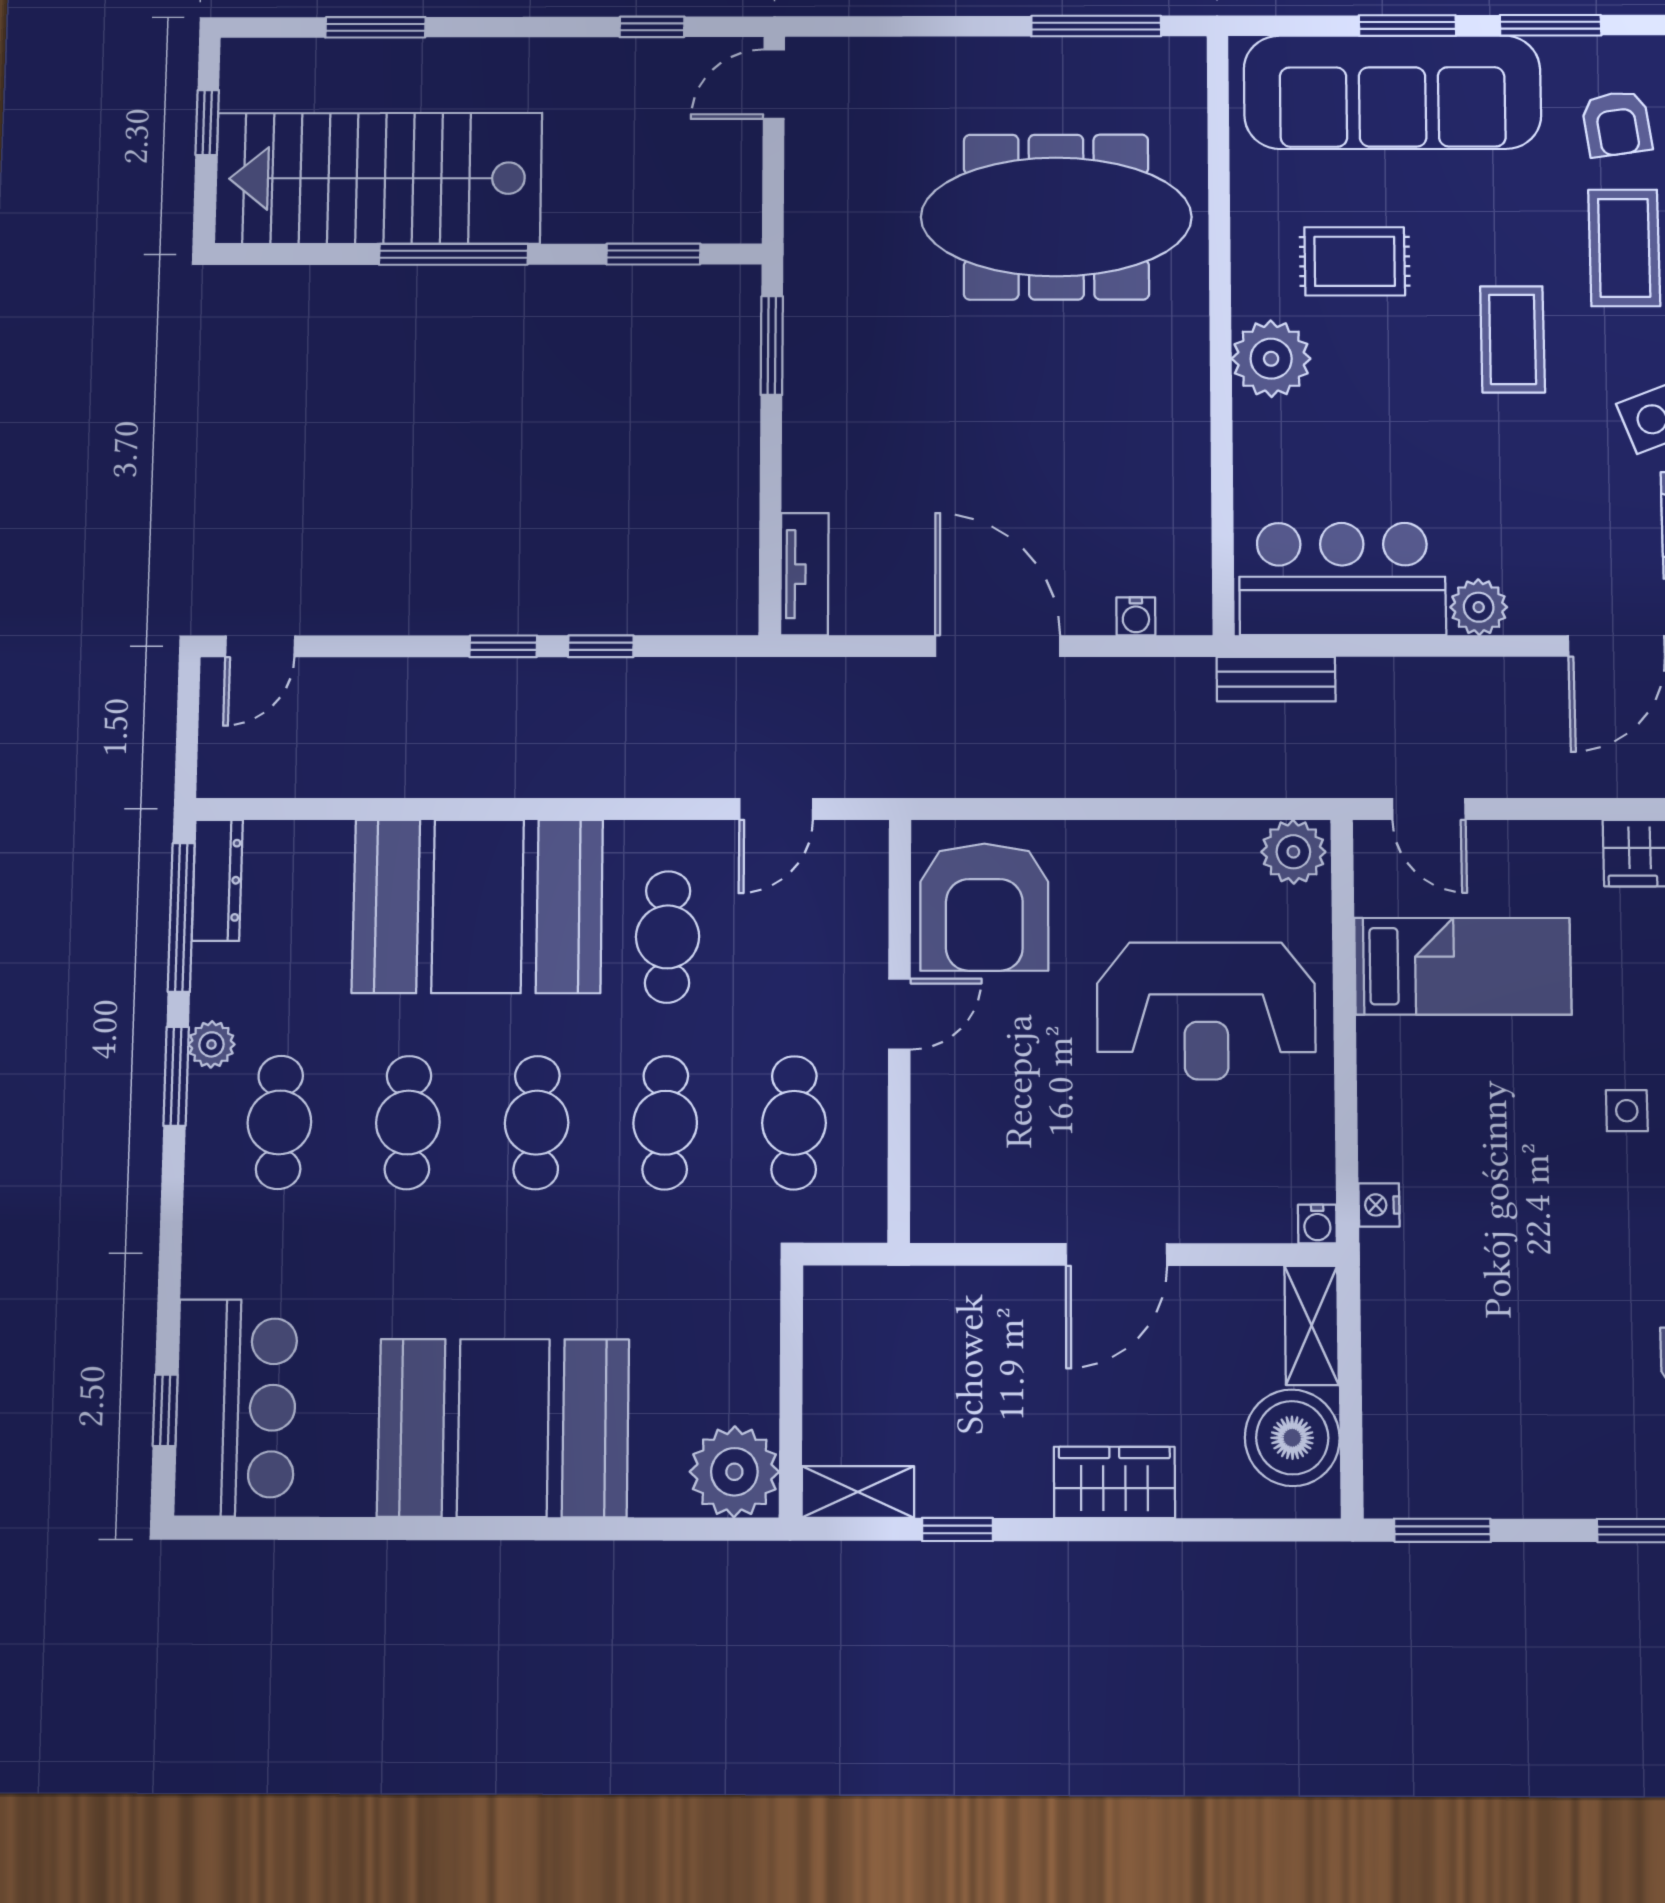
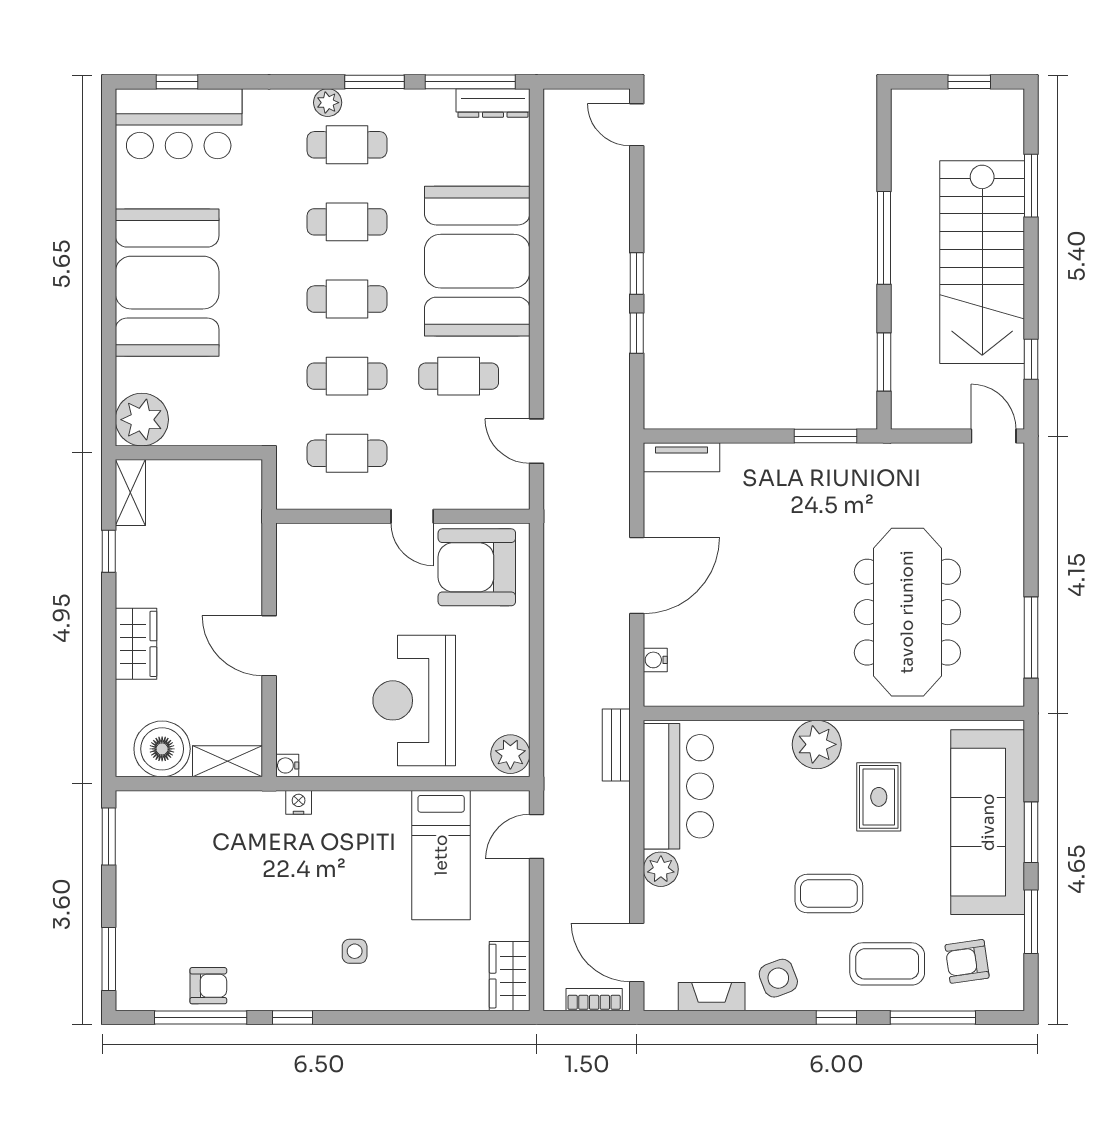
stairs: (378, 178) -> (982, 262), moved, turned 180
plant: (211, 1044) -> (328, 103), moved

